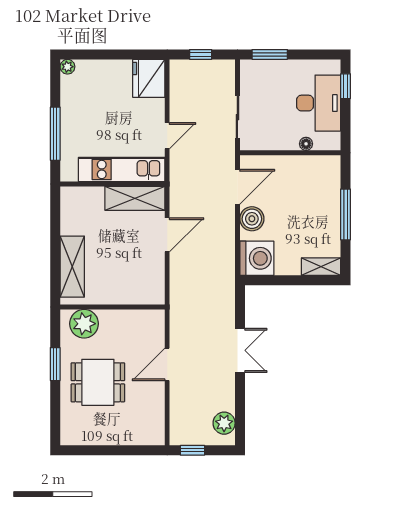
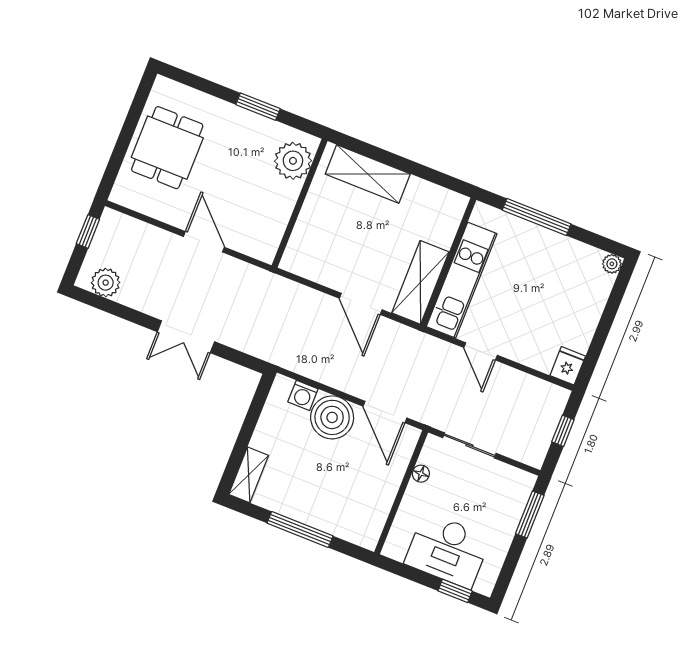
fridge: (149, 78) -> (568, 366), width x0.53, depth x0.75
floor lamp: (306, 144) -> (421, 474), moved
boiler: (252, 219) -> (332, 417), width x1.37, depth x1.37
washing machine: (257, 258) -> (303, 395), width x0.53, depth x0.53
dining table: (98, 382) -> (167, 148), moved

